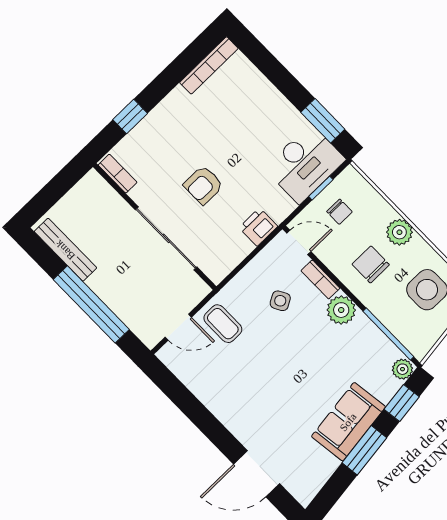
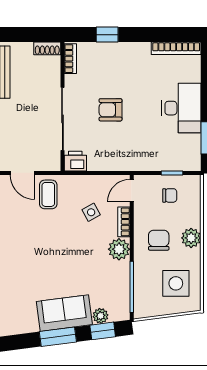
desk: (305, 164) -> (181, 108), moved, turned -90
shoe rack: (86, 185) -> (47, 48), added
chair: (339, 212) -> (170, 195), turned -90
printer: (258, 227) -> (75, 161), moved
door: (299, 242) -> (132, 191), swing flipped
plant: (402, 369) -> (100, 316), moved

